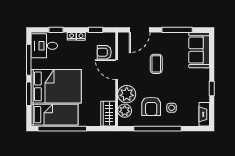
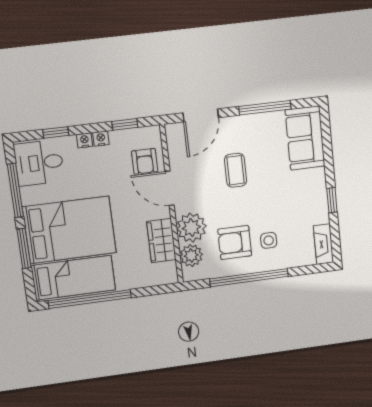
armchair: (104, 52) -> (145, 161), turned -90
armchair: (151, 106) -> (235, 243), turned 90
wardrobe: (108, 114) -> (161, 241), moved

